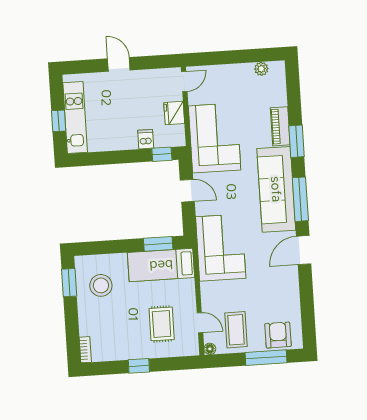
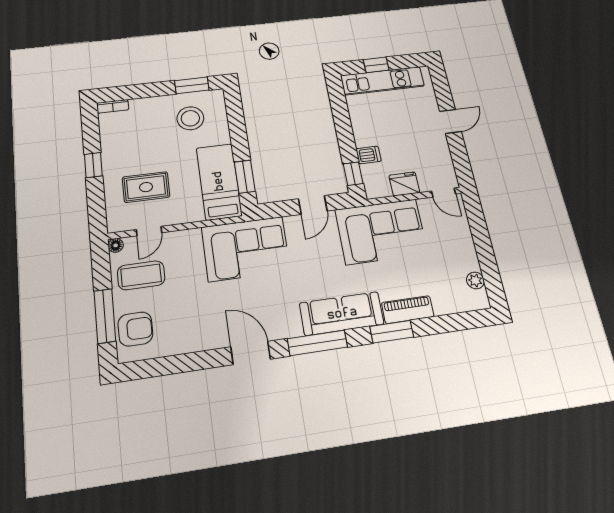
sofa: (276, 189) -> (342, 314), width x0.74, depth x0.79

